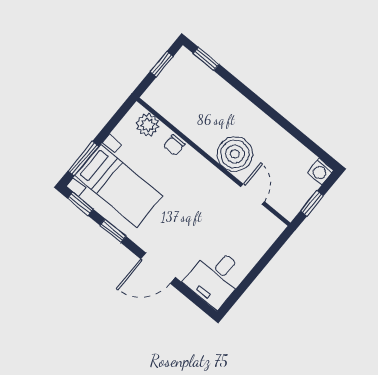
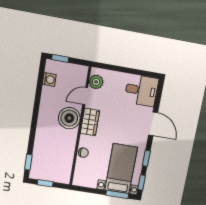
plant: (148, 125) -> (96, 82), moved
washing machine: (320, 171) -> (49, 79), moved
wardrobe: (213, 180) -> (90, 122), added
window: (312, 203) -> (60, 58), moved

